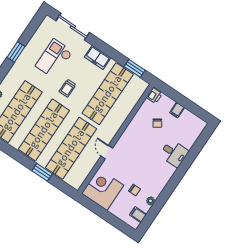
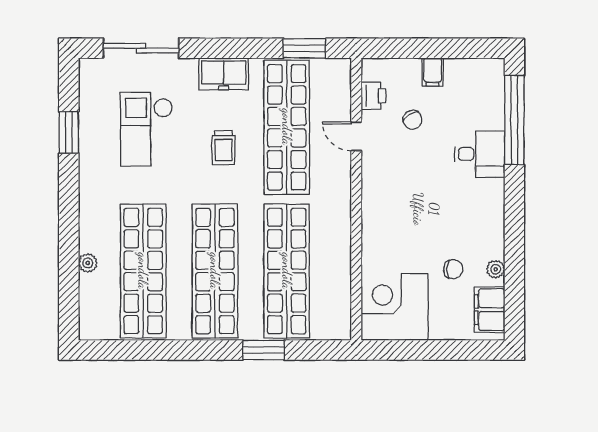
window: (16, 52) -> (69, 132), moved
trolley: (68, 88) -> (223, 148), moved
printer: (154, 96) -> (373, 96), moved
window: (196, 149) -> (514, 120), added
door: (107, 152) -> (356, 136), moved
filing cabinet: (138, 215) -> (490, 310), width x2.00

